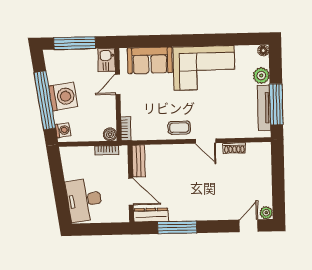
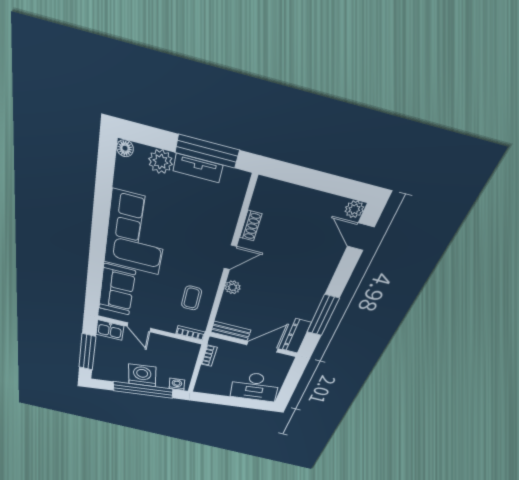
tv unit: (264, 108) -> (198, 168), width x0.71
coffee table: (179, 128) -> (192, 298), moved
boiler: (110, 134) -> (193, 348), removed
plant: (181, 150) -> (233, 287), added

